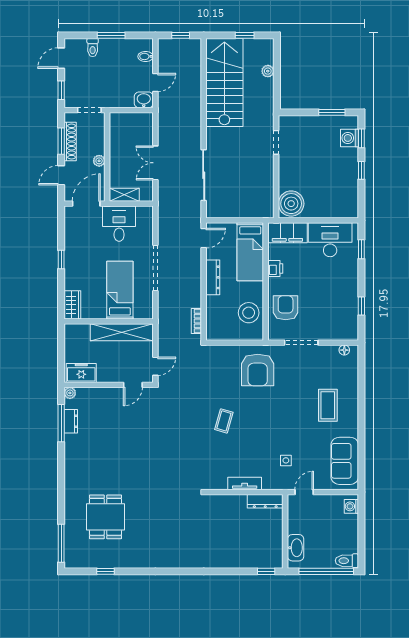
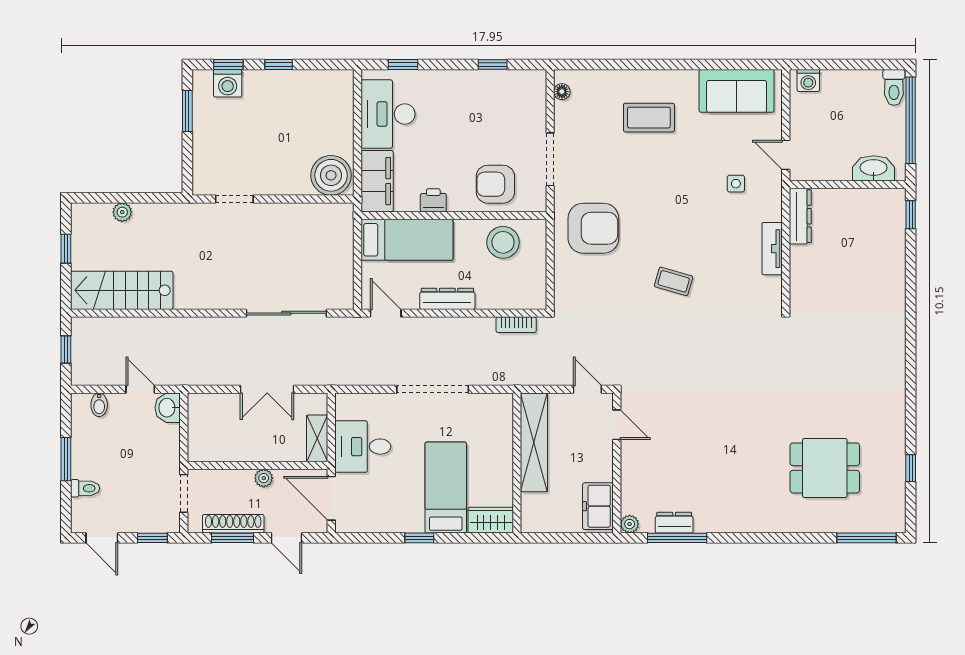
stairs: (224, 83) -> (122, 290), width x0.73, depth x0.66
bed: (120, 290) -> (446, 488), moved, turned 90

